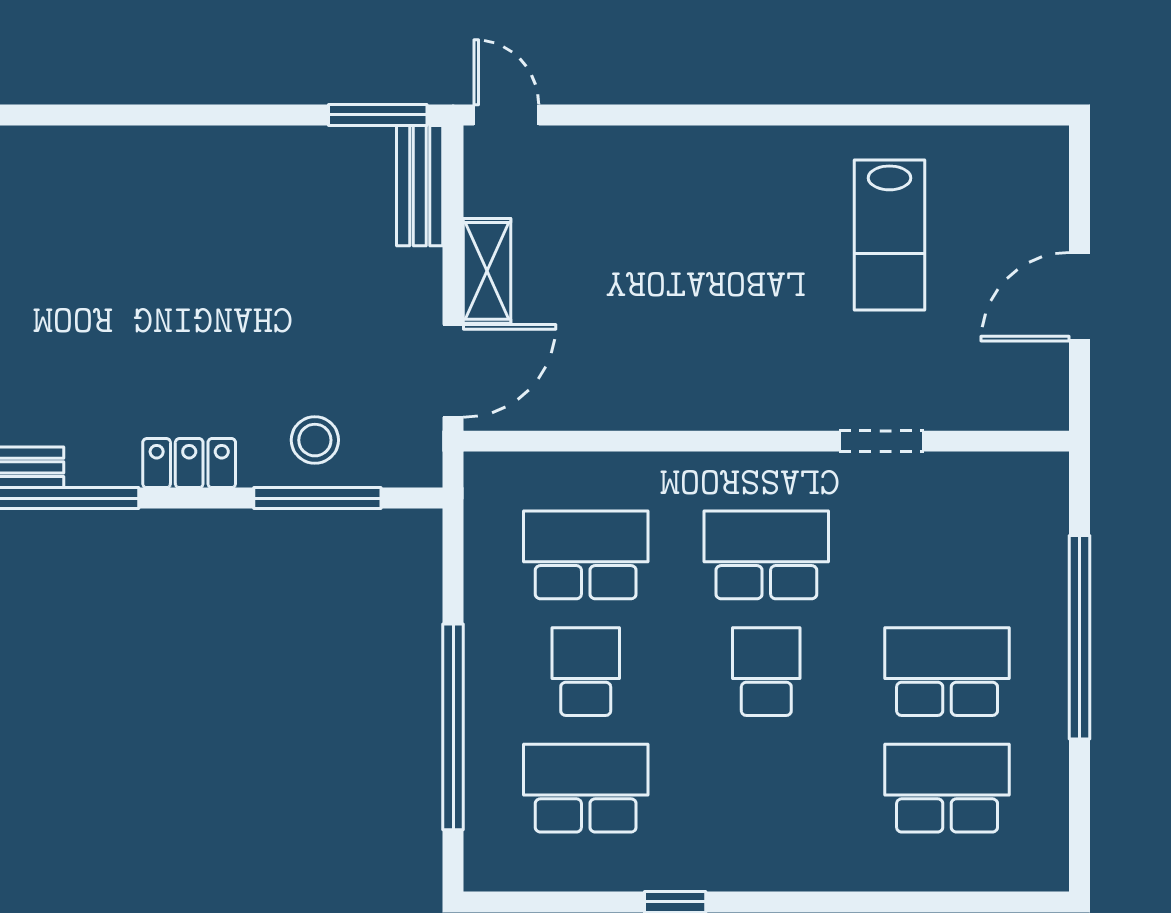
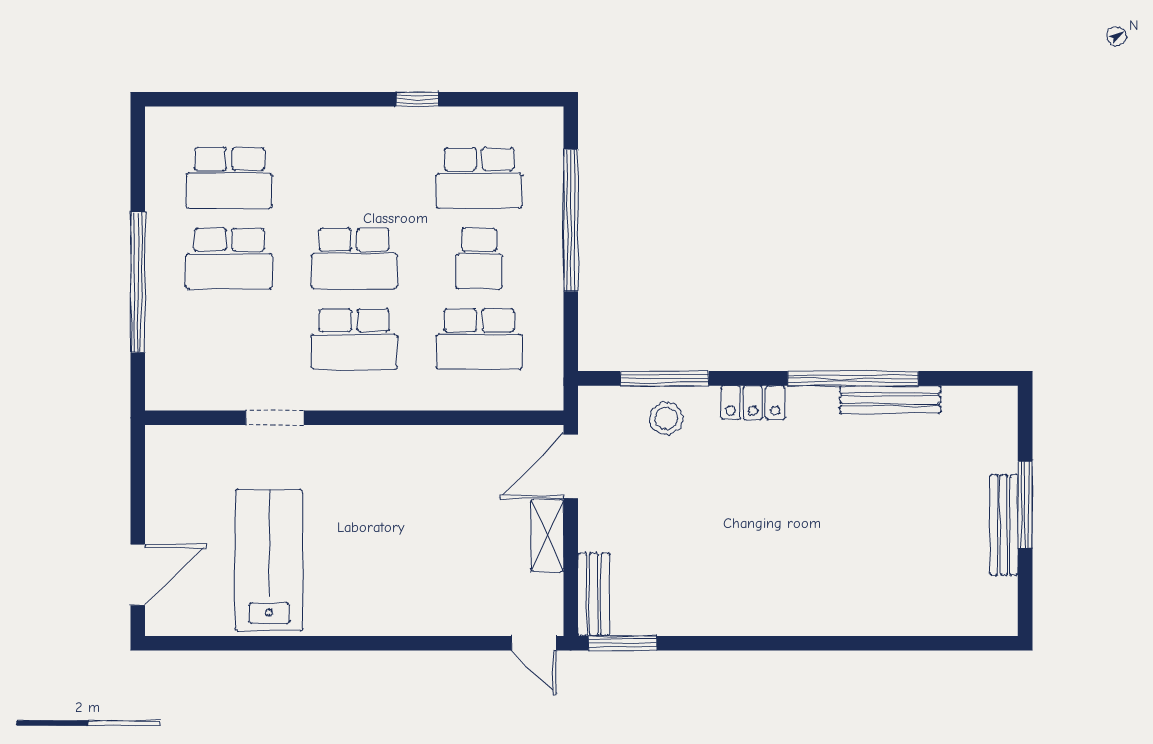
lab bench: (889, 235) -> (269, 560), width x1.36, depth x1.39
door: (1080, 297) -> (138, 575), moved
school desk: (766, 672) -> (354, 259), width x1.85

